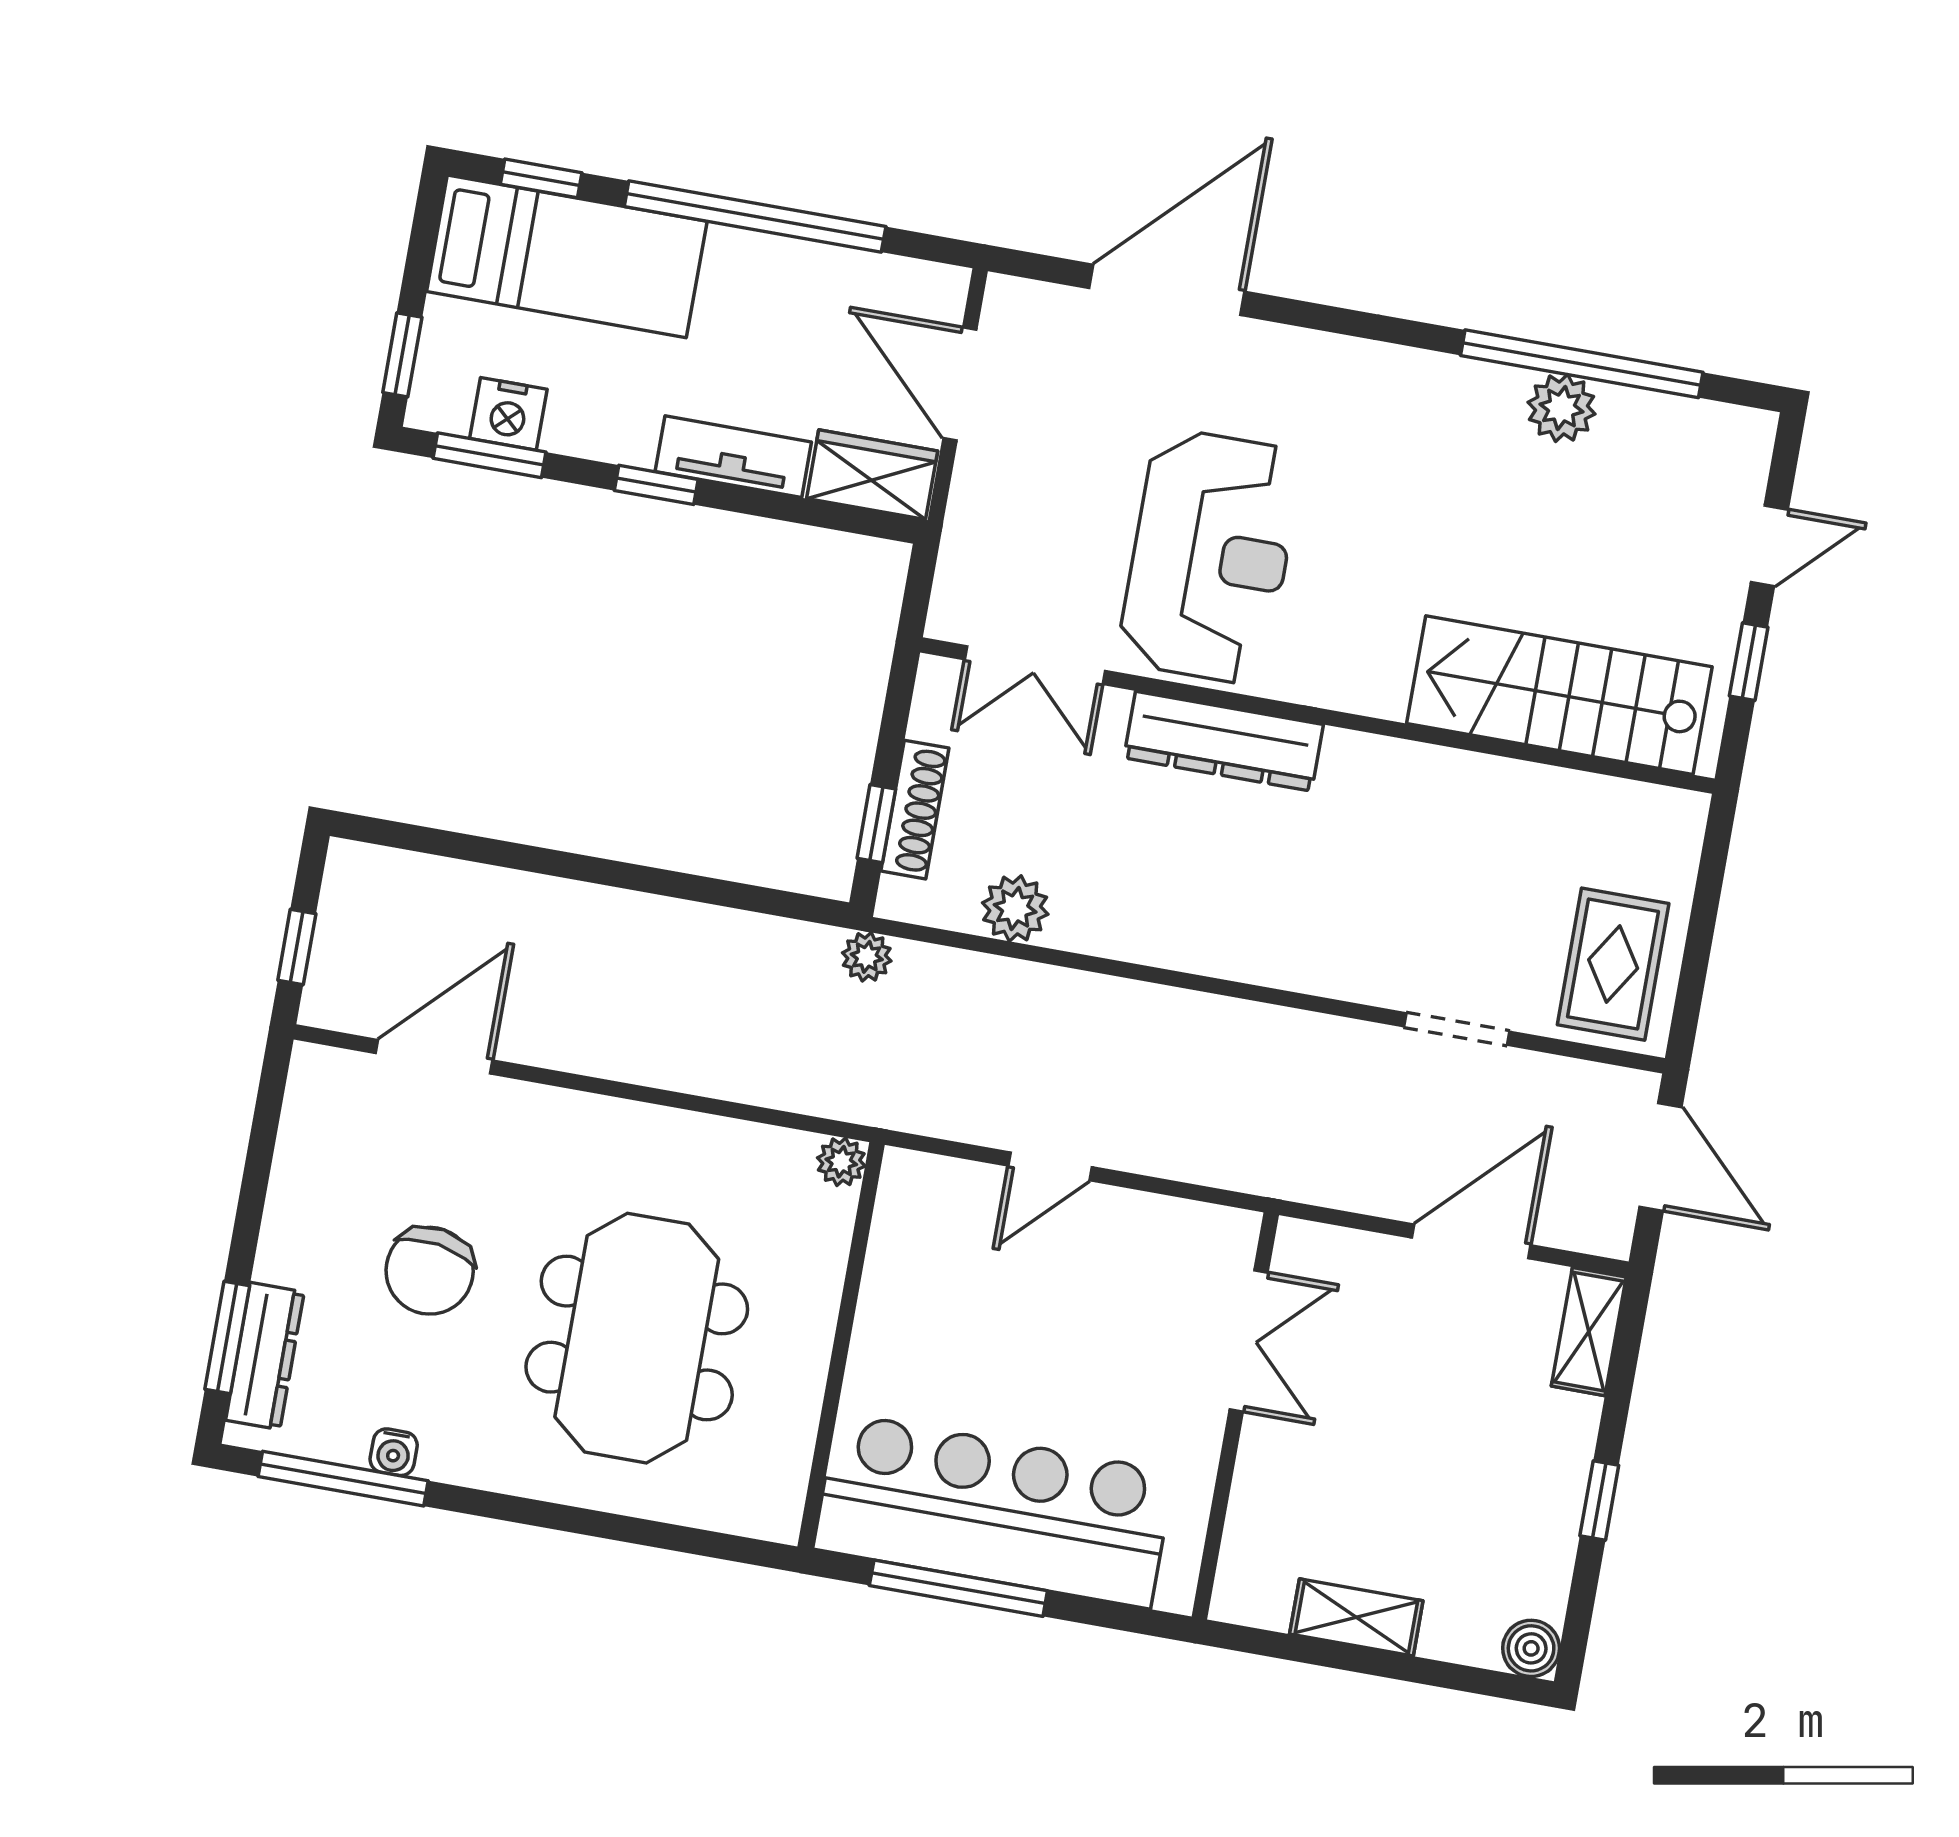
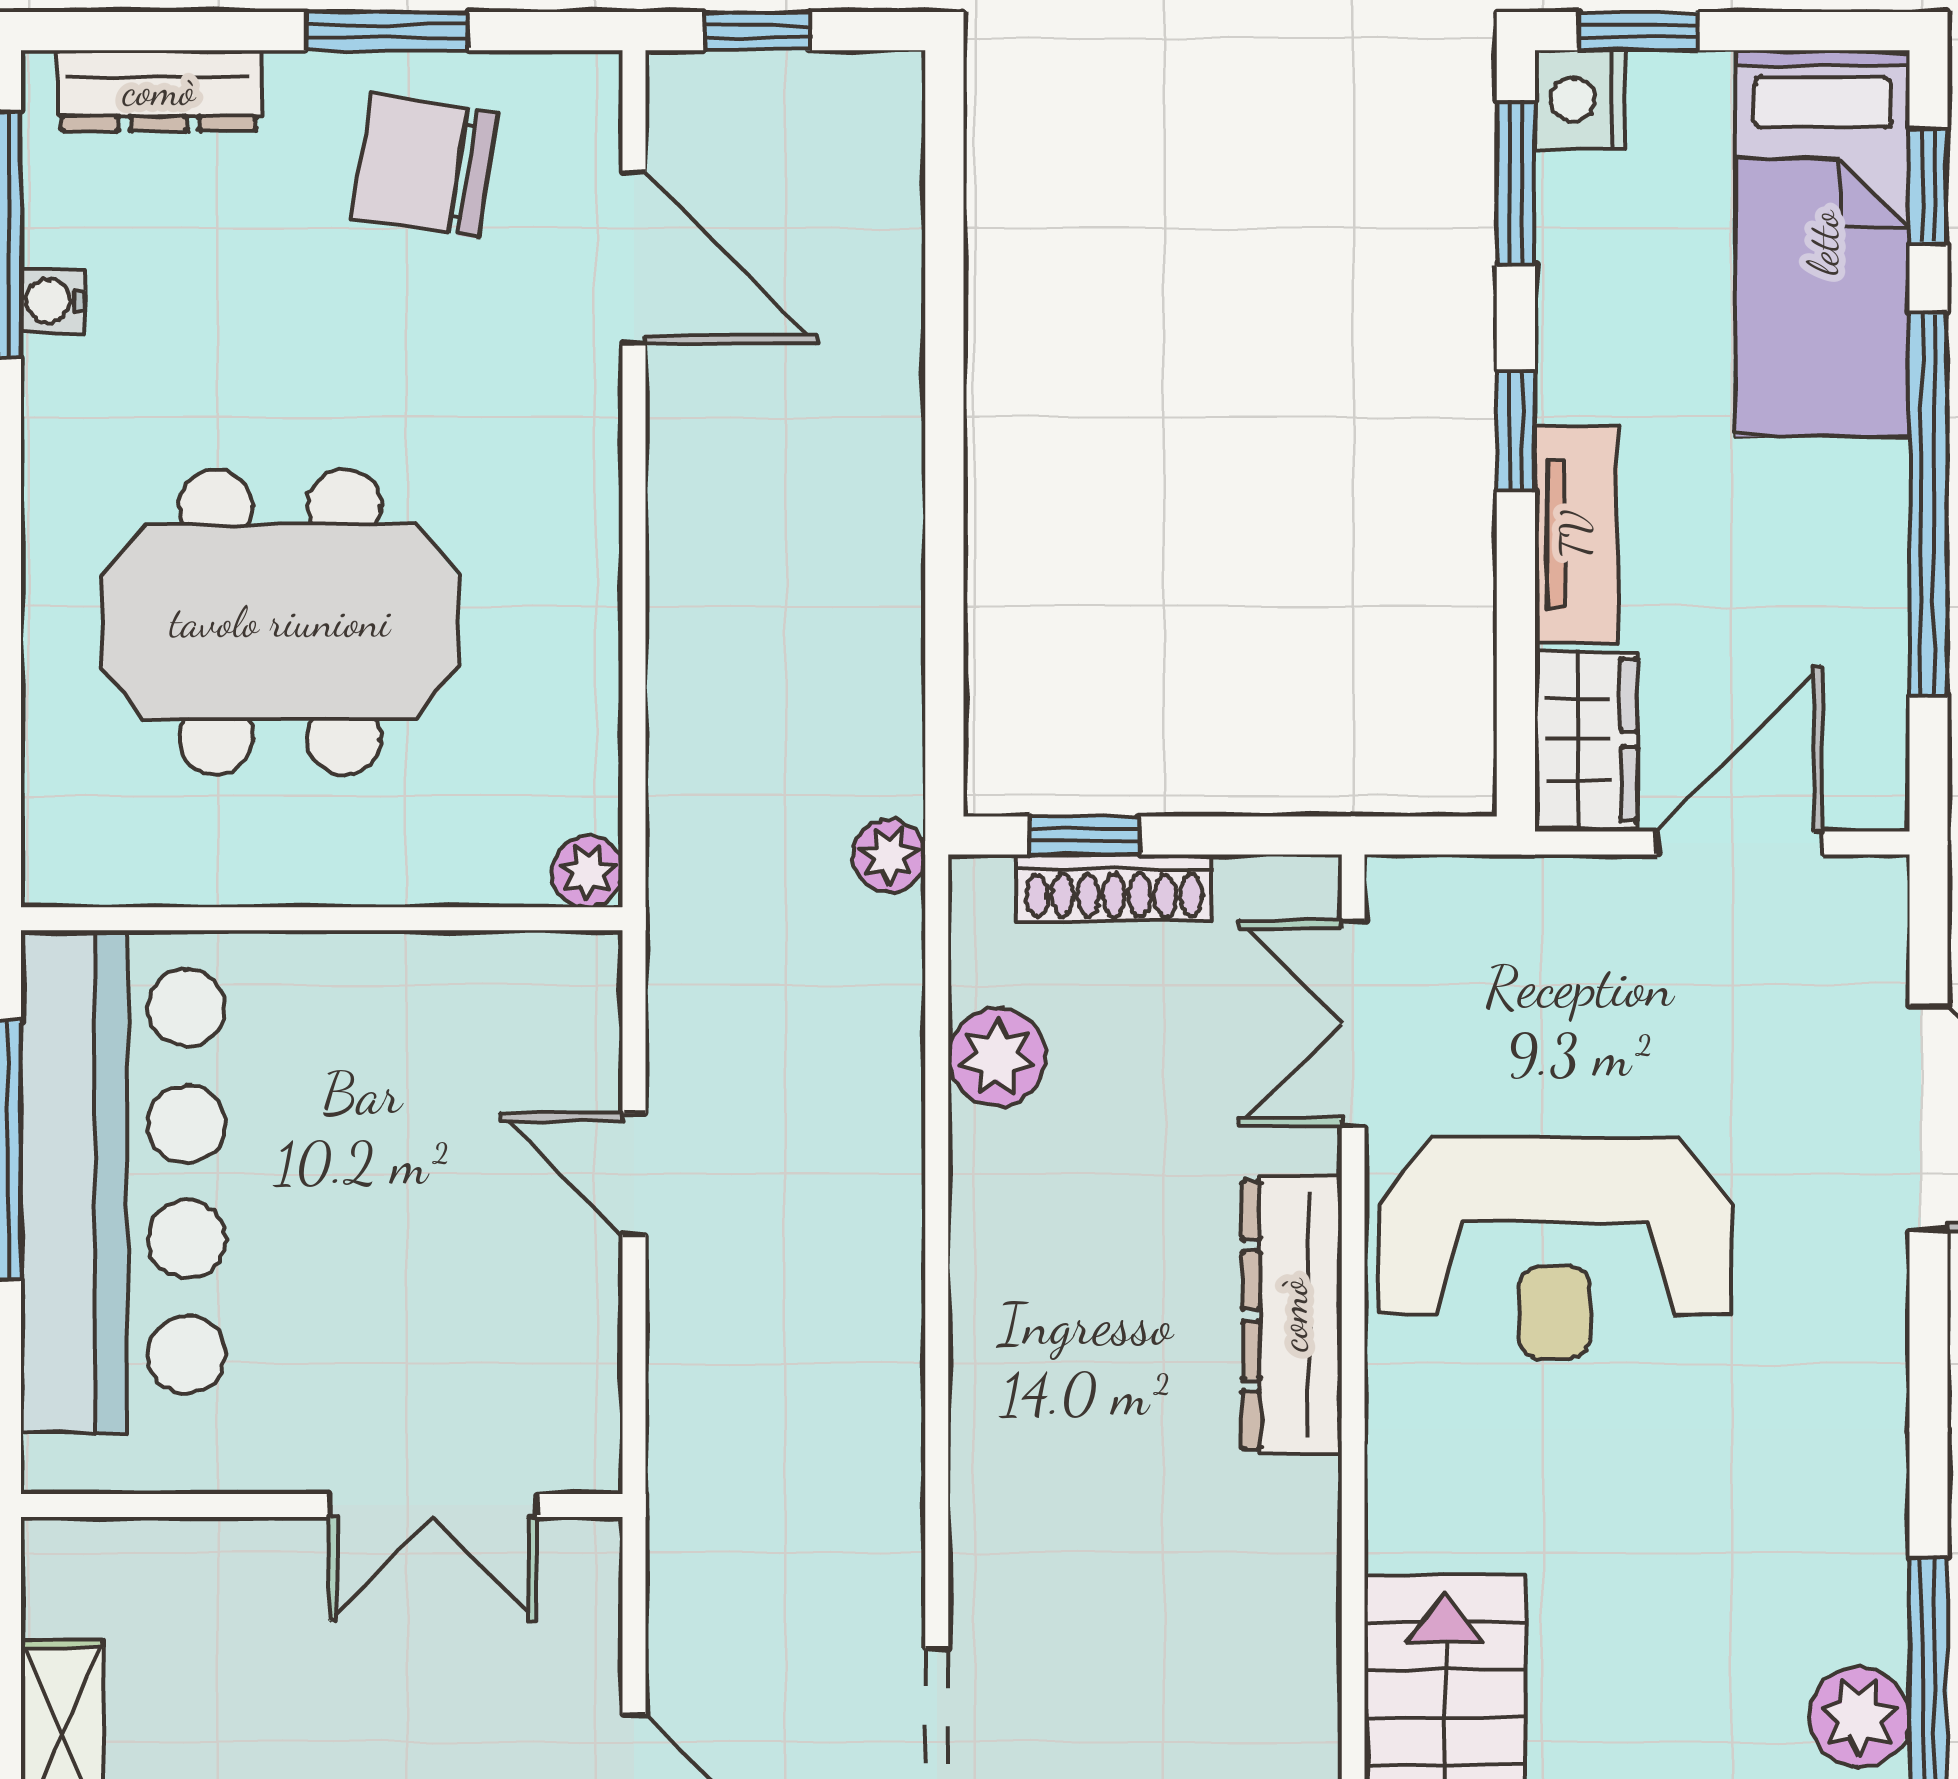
nightstand: (508, 414) -> (1580, 100), moved
chair: (430, 1271) -> (425, 166), moved
window: (227, 1337) -> (387, 31), moved

